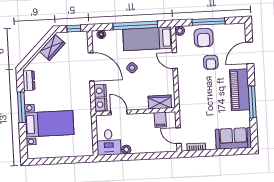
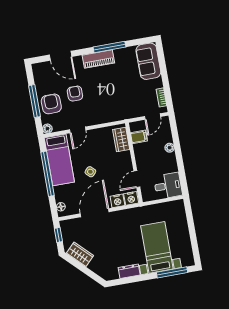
armchair: (204, 38) -> (51, 104), turned -91
armchair: (211, 62) -> (75, 94), turned -90
dresser: (29, 81) -> (129, 271), moved
piano: (240, 90) -> (98, 59), width x0.73, depth x0.75
window: (21, 107) -> (172, 272), moved
plant: (126, 150) -> (170, 148), moved

